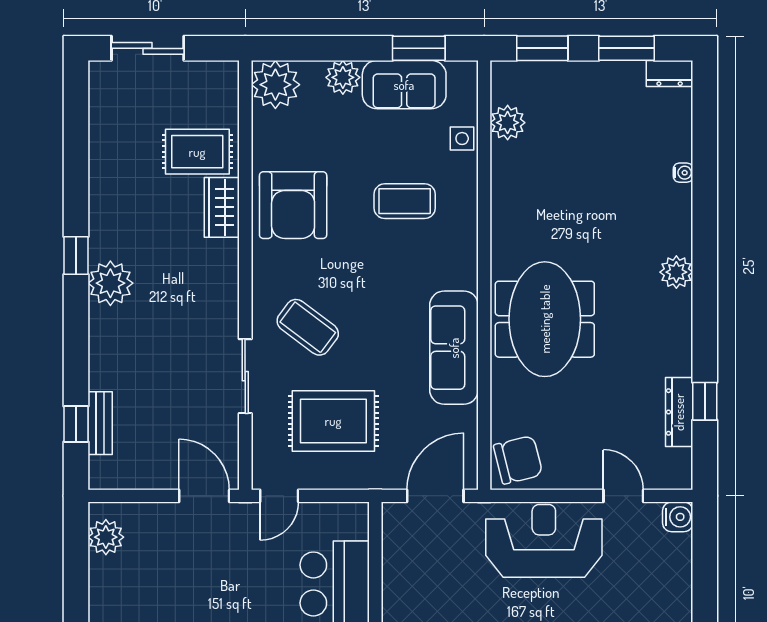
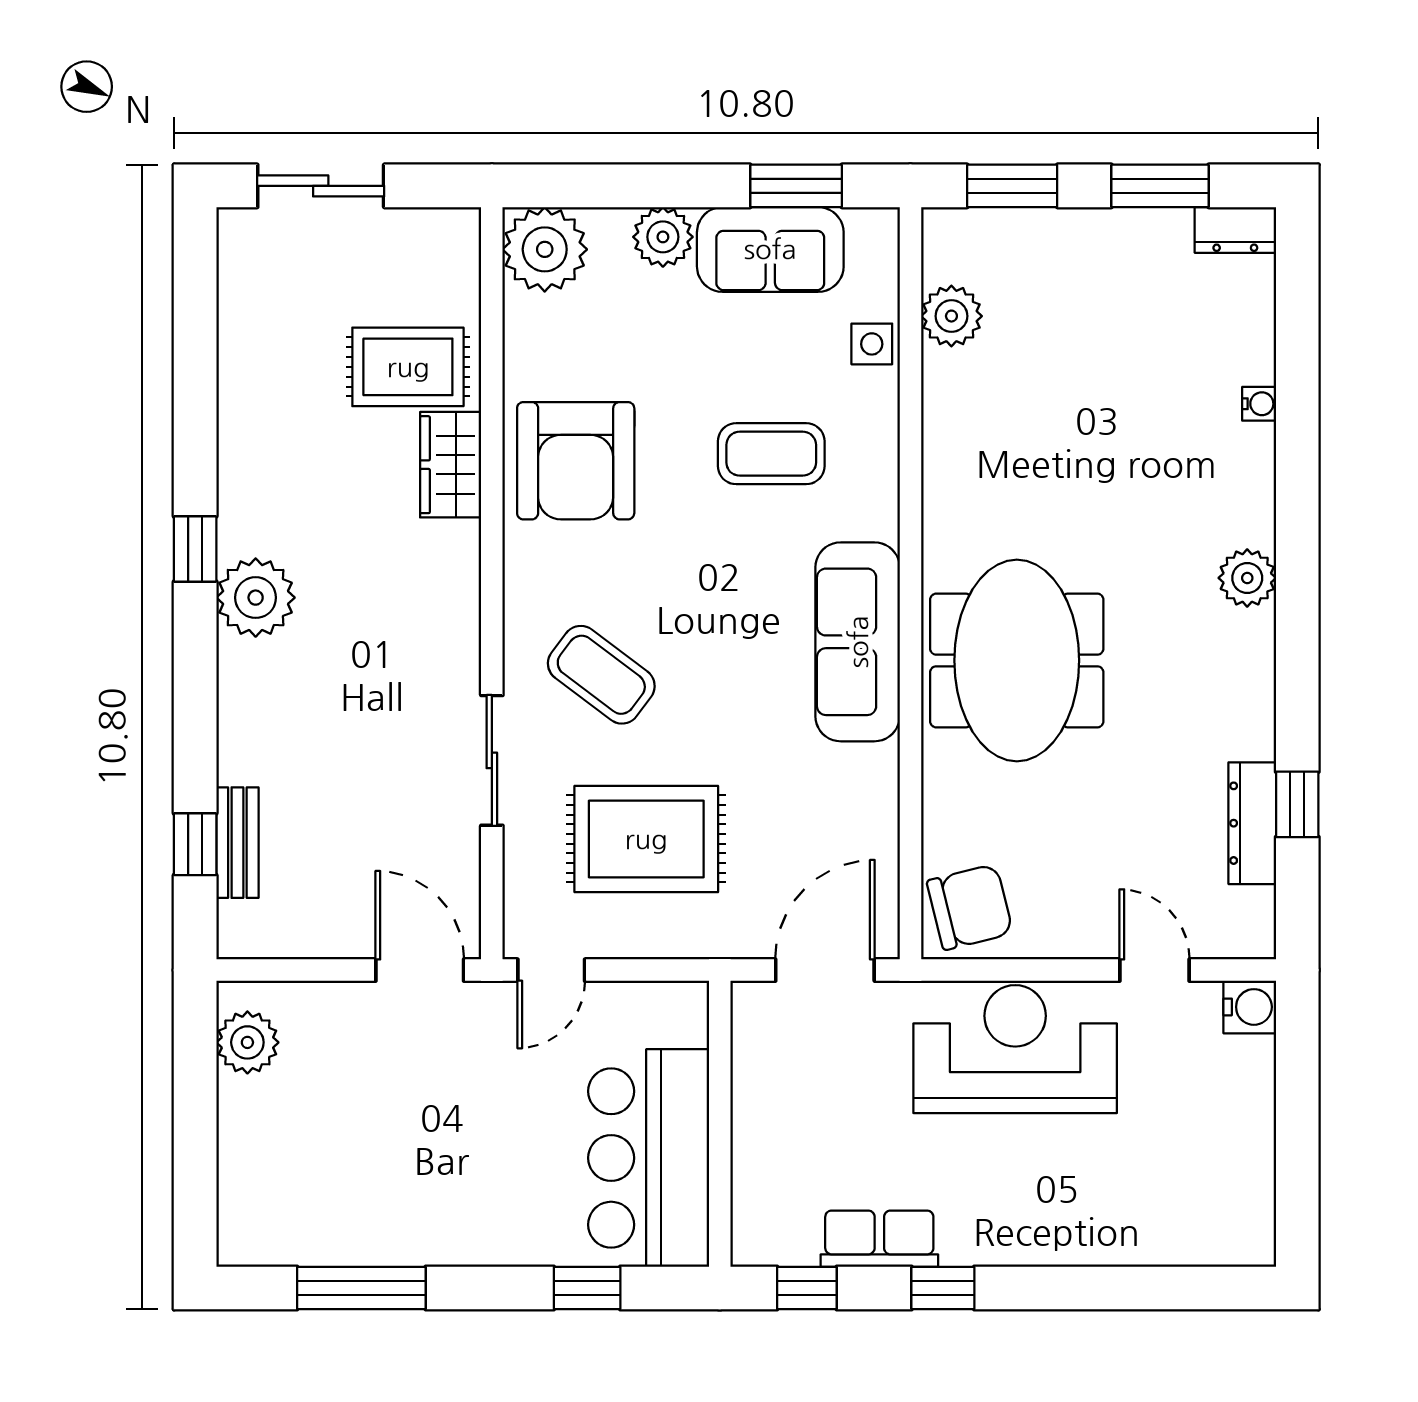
sofa: (454, 348) -> (858, 642), moved

